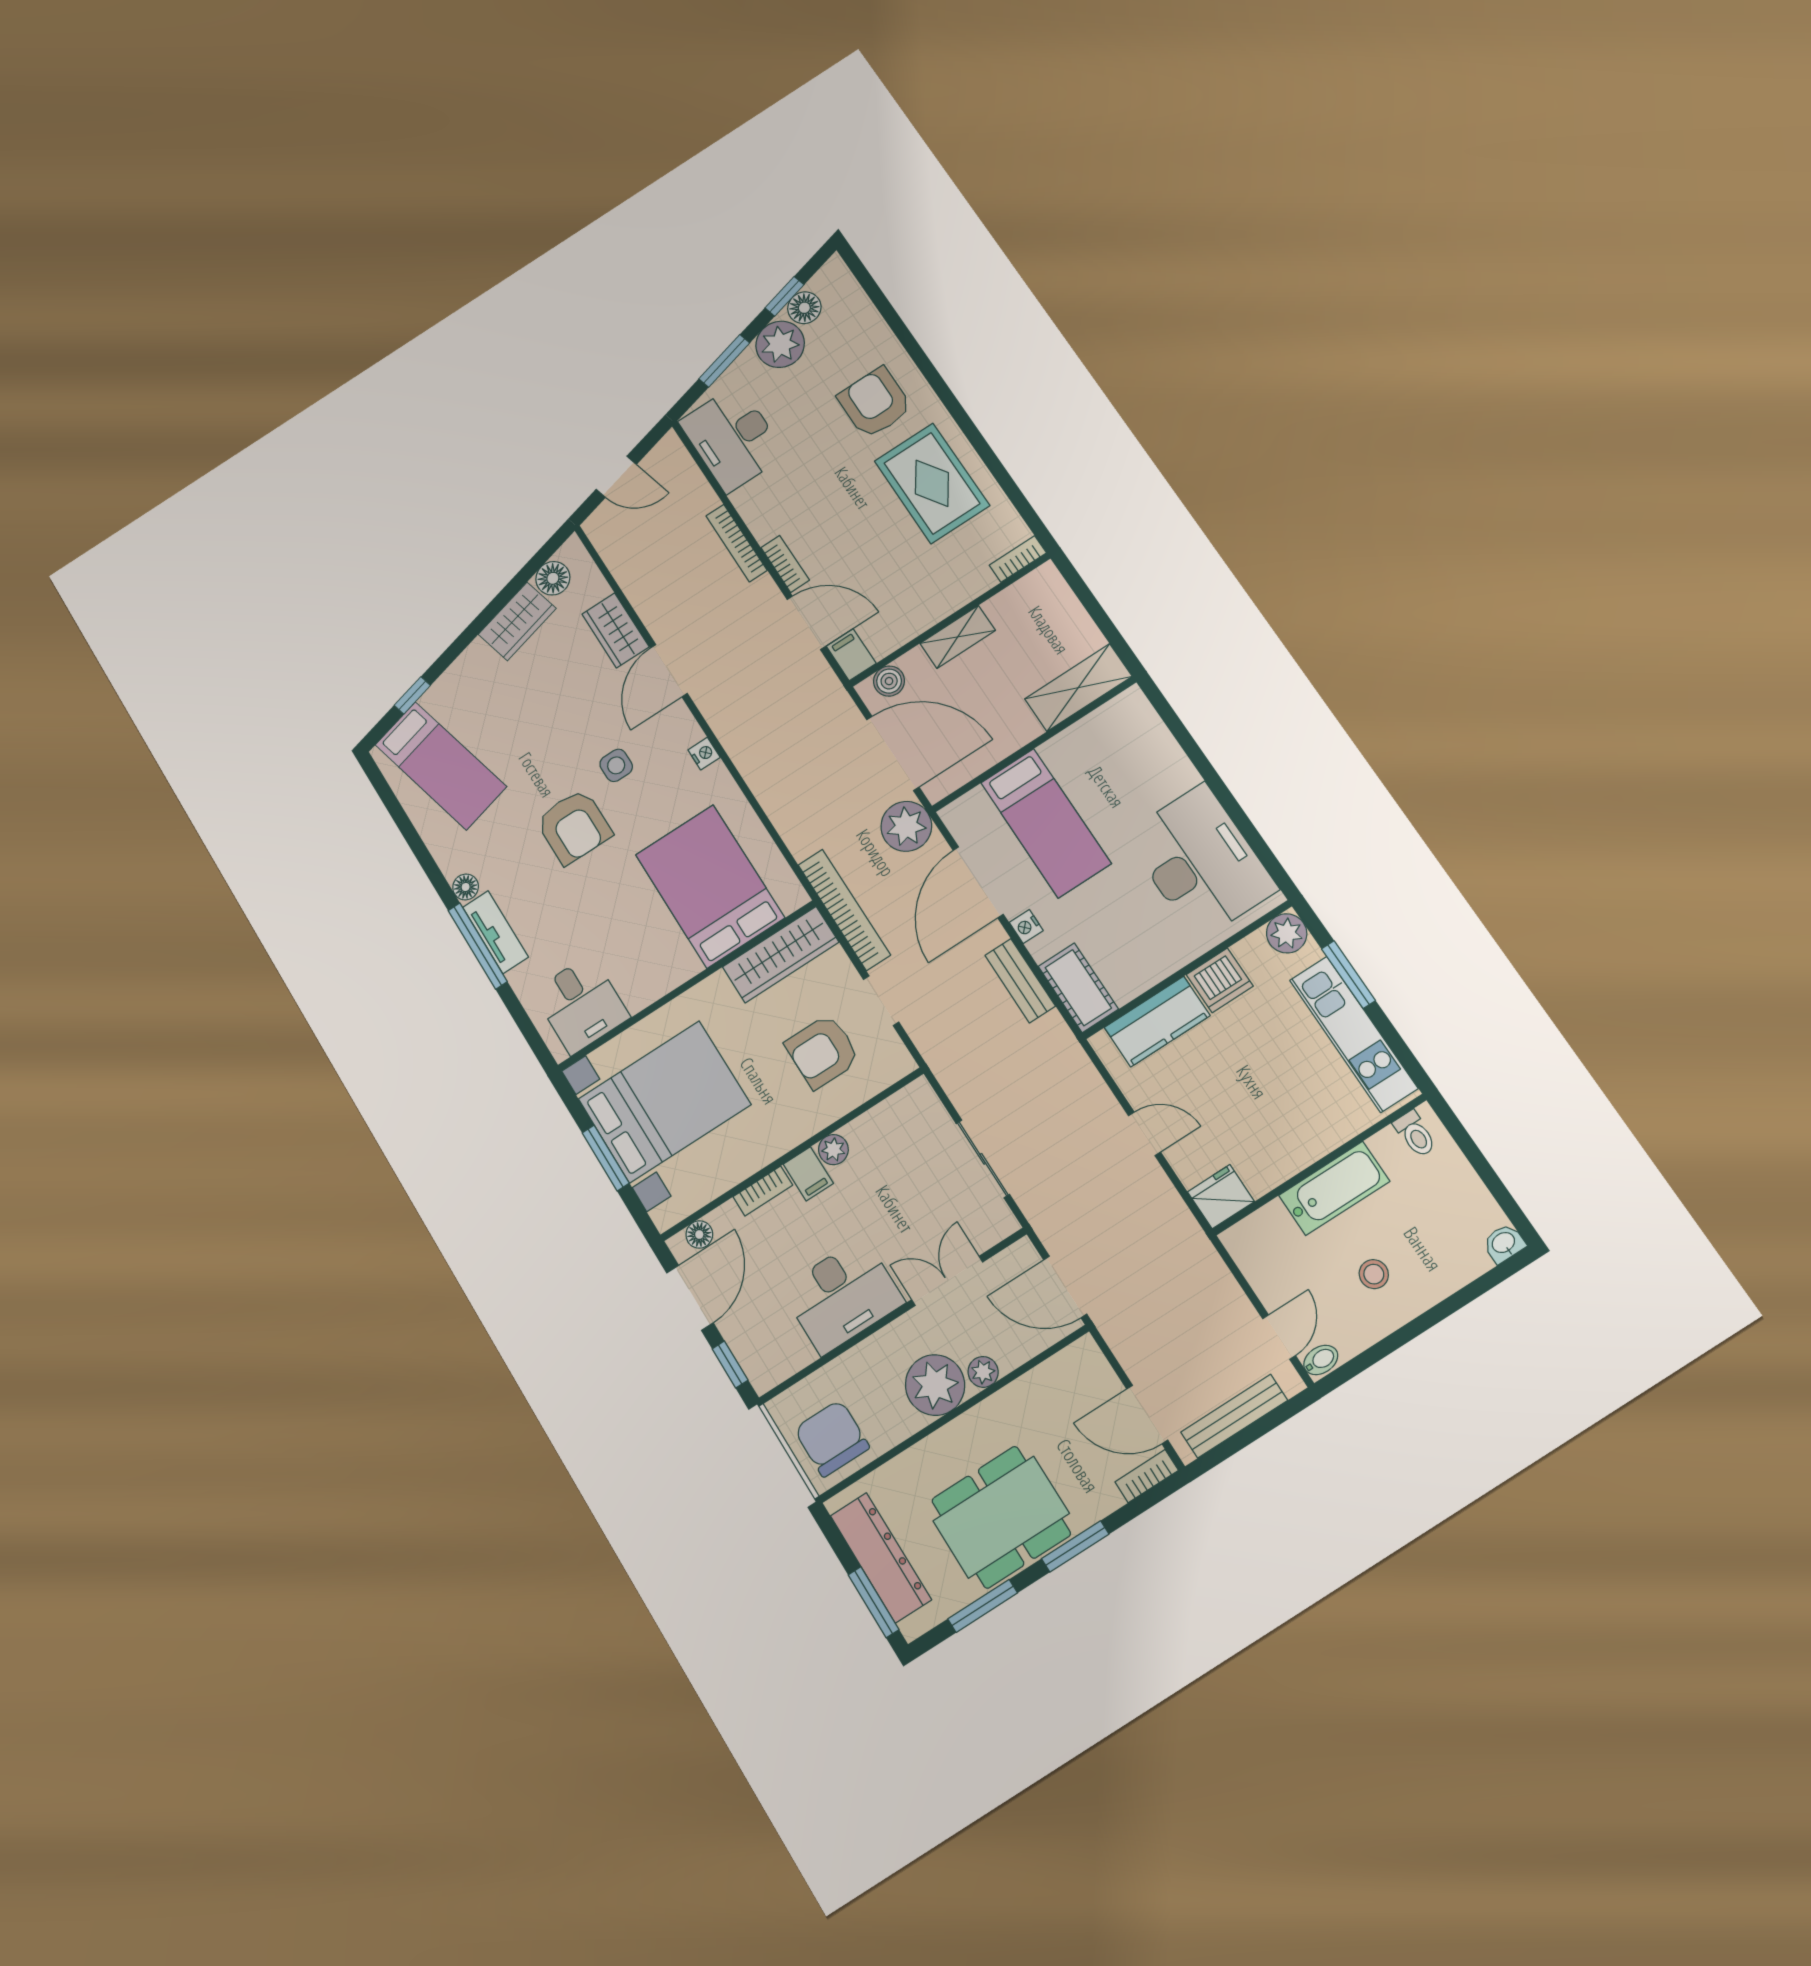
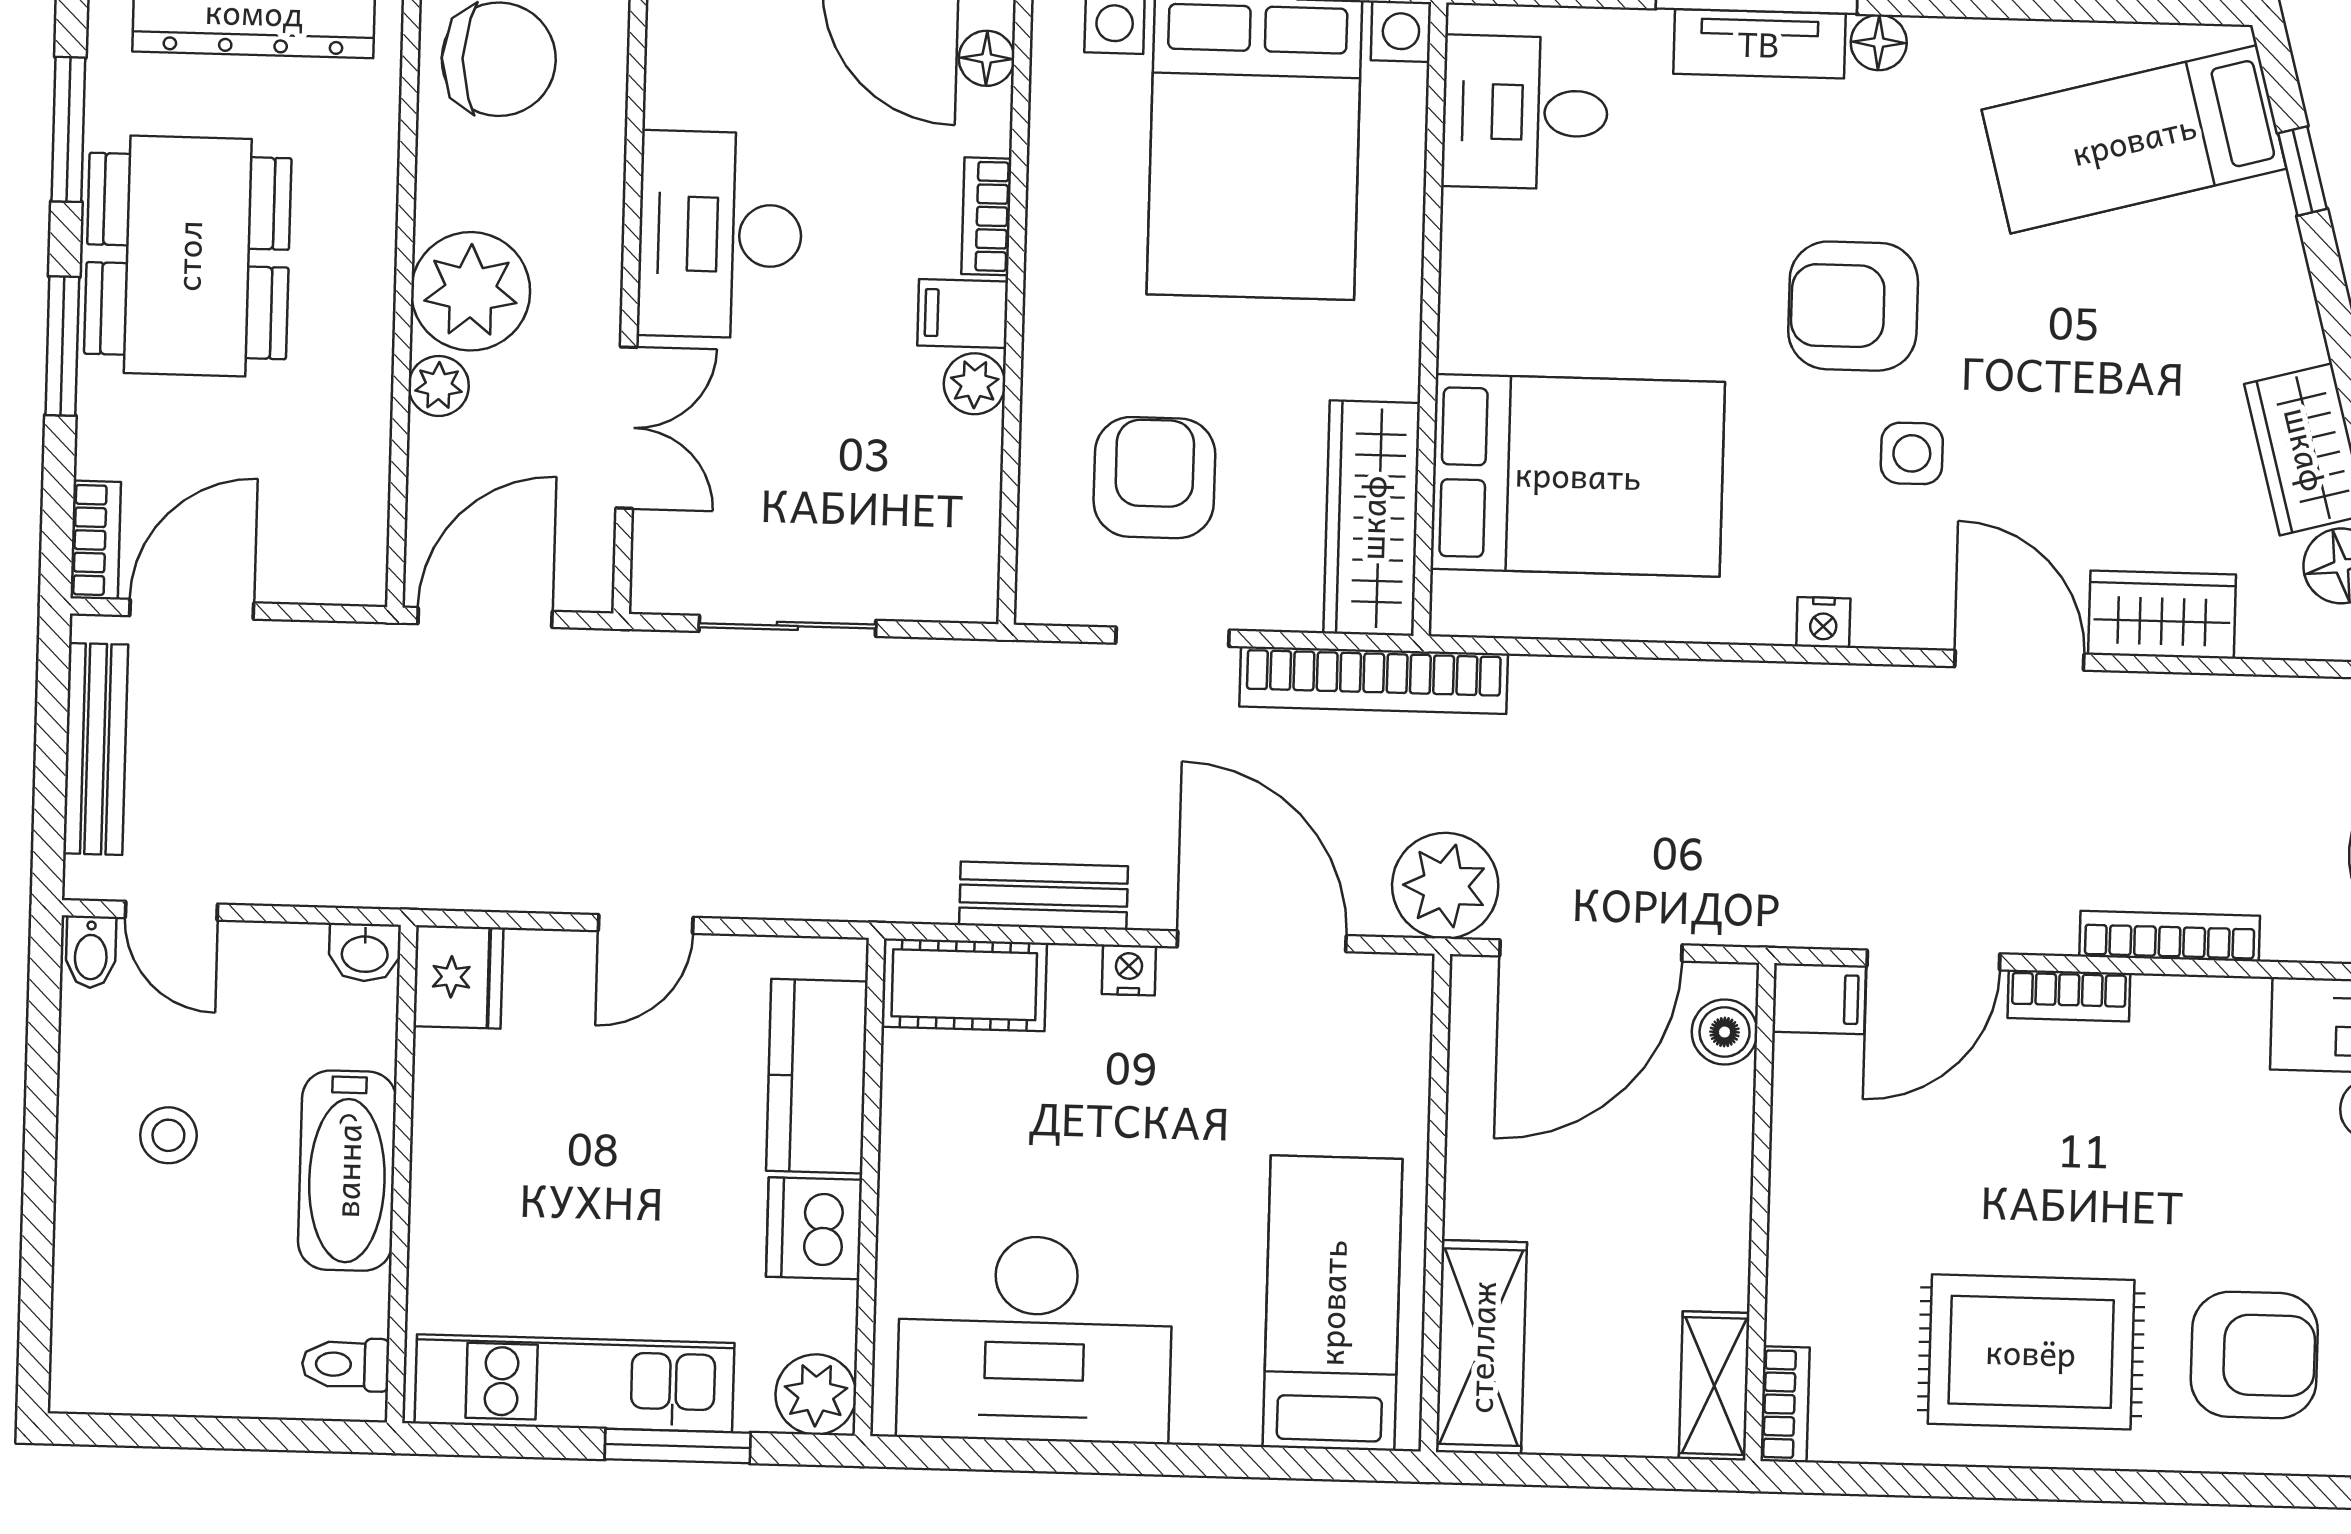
shelving: (958, 637) -> (1714, 1386), moved
bed: (1046, 823) -> (1332, 1303), moved, turned 90
washbasin: (1504, 1243) -> (365, 952), moved, turned 90

